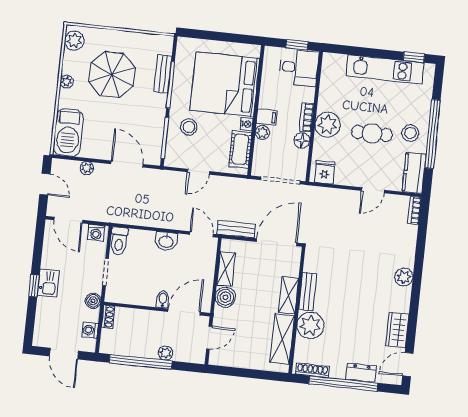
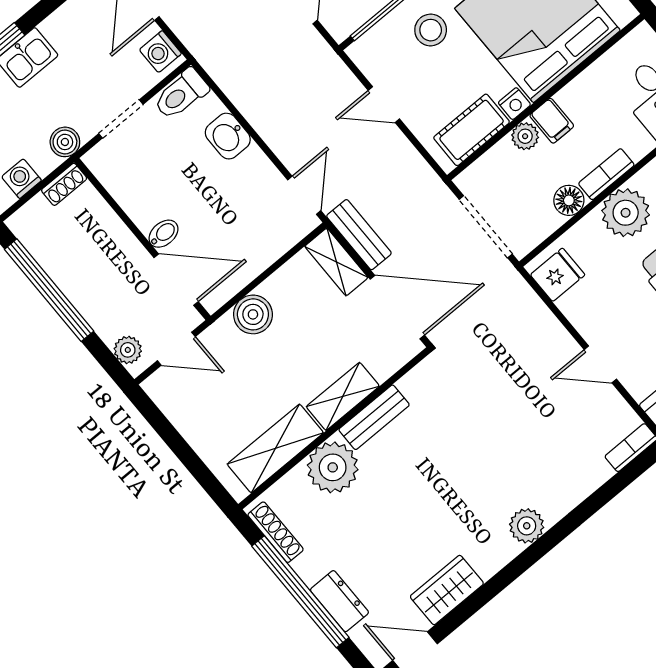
washbasin: (166, 241) -> (228, 136), moved
shelving: (226, 269) -> (336, 262), moved, turned 90
plant: (166, 353) -> (128, 350), moved

